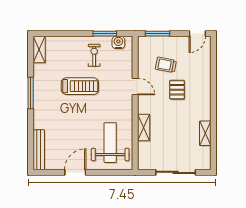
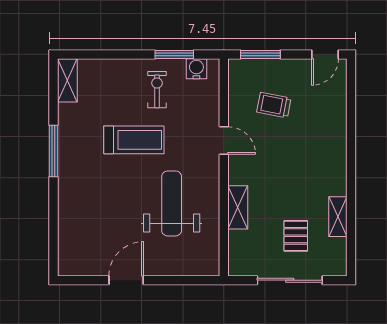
pallet: (177, 90) -> (296, 236), moved
weight bench: (110, 143) -> (172, 203), moved
bench: (39, 150) -> (67, 243), removed

